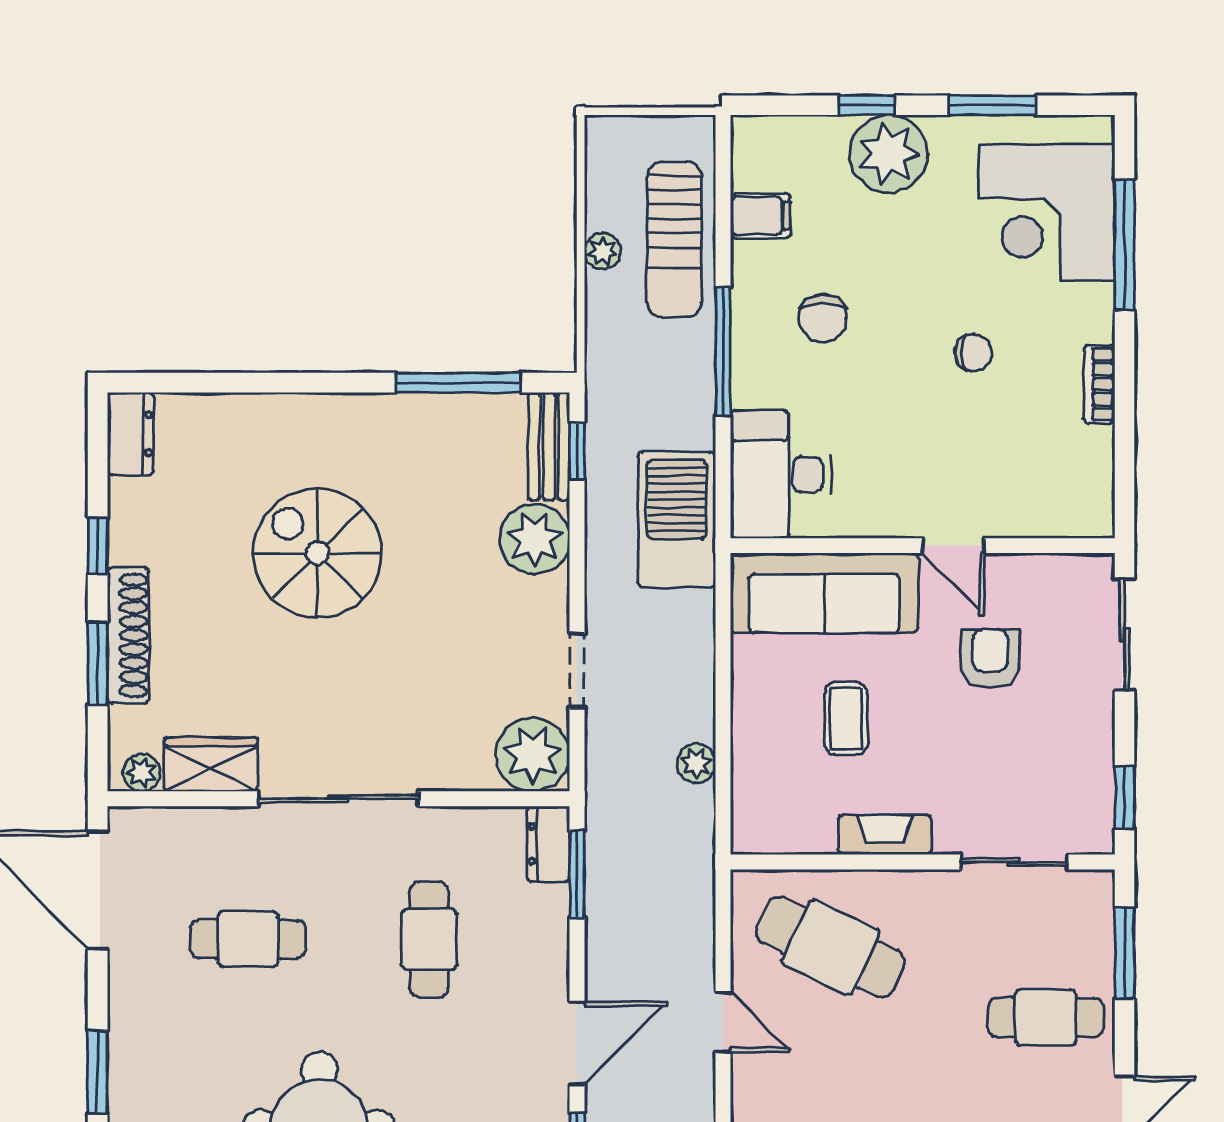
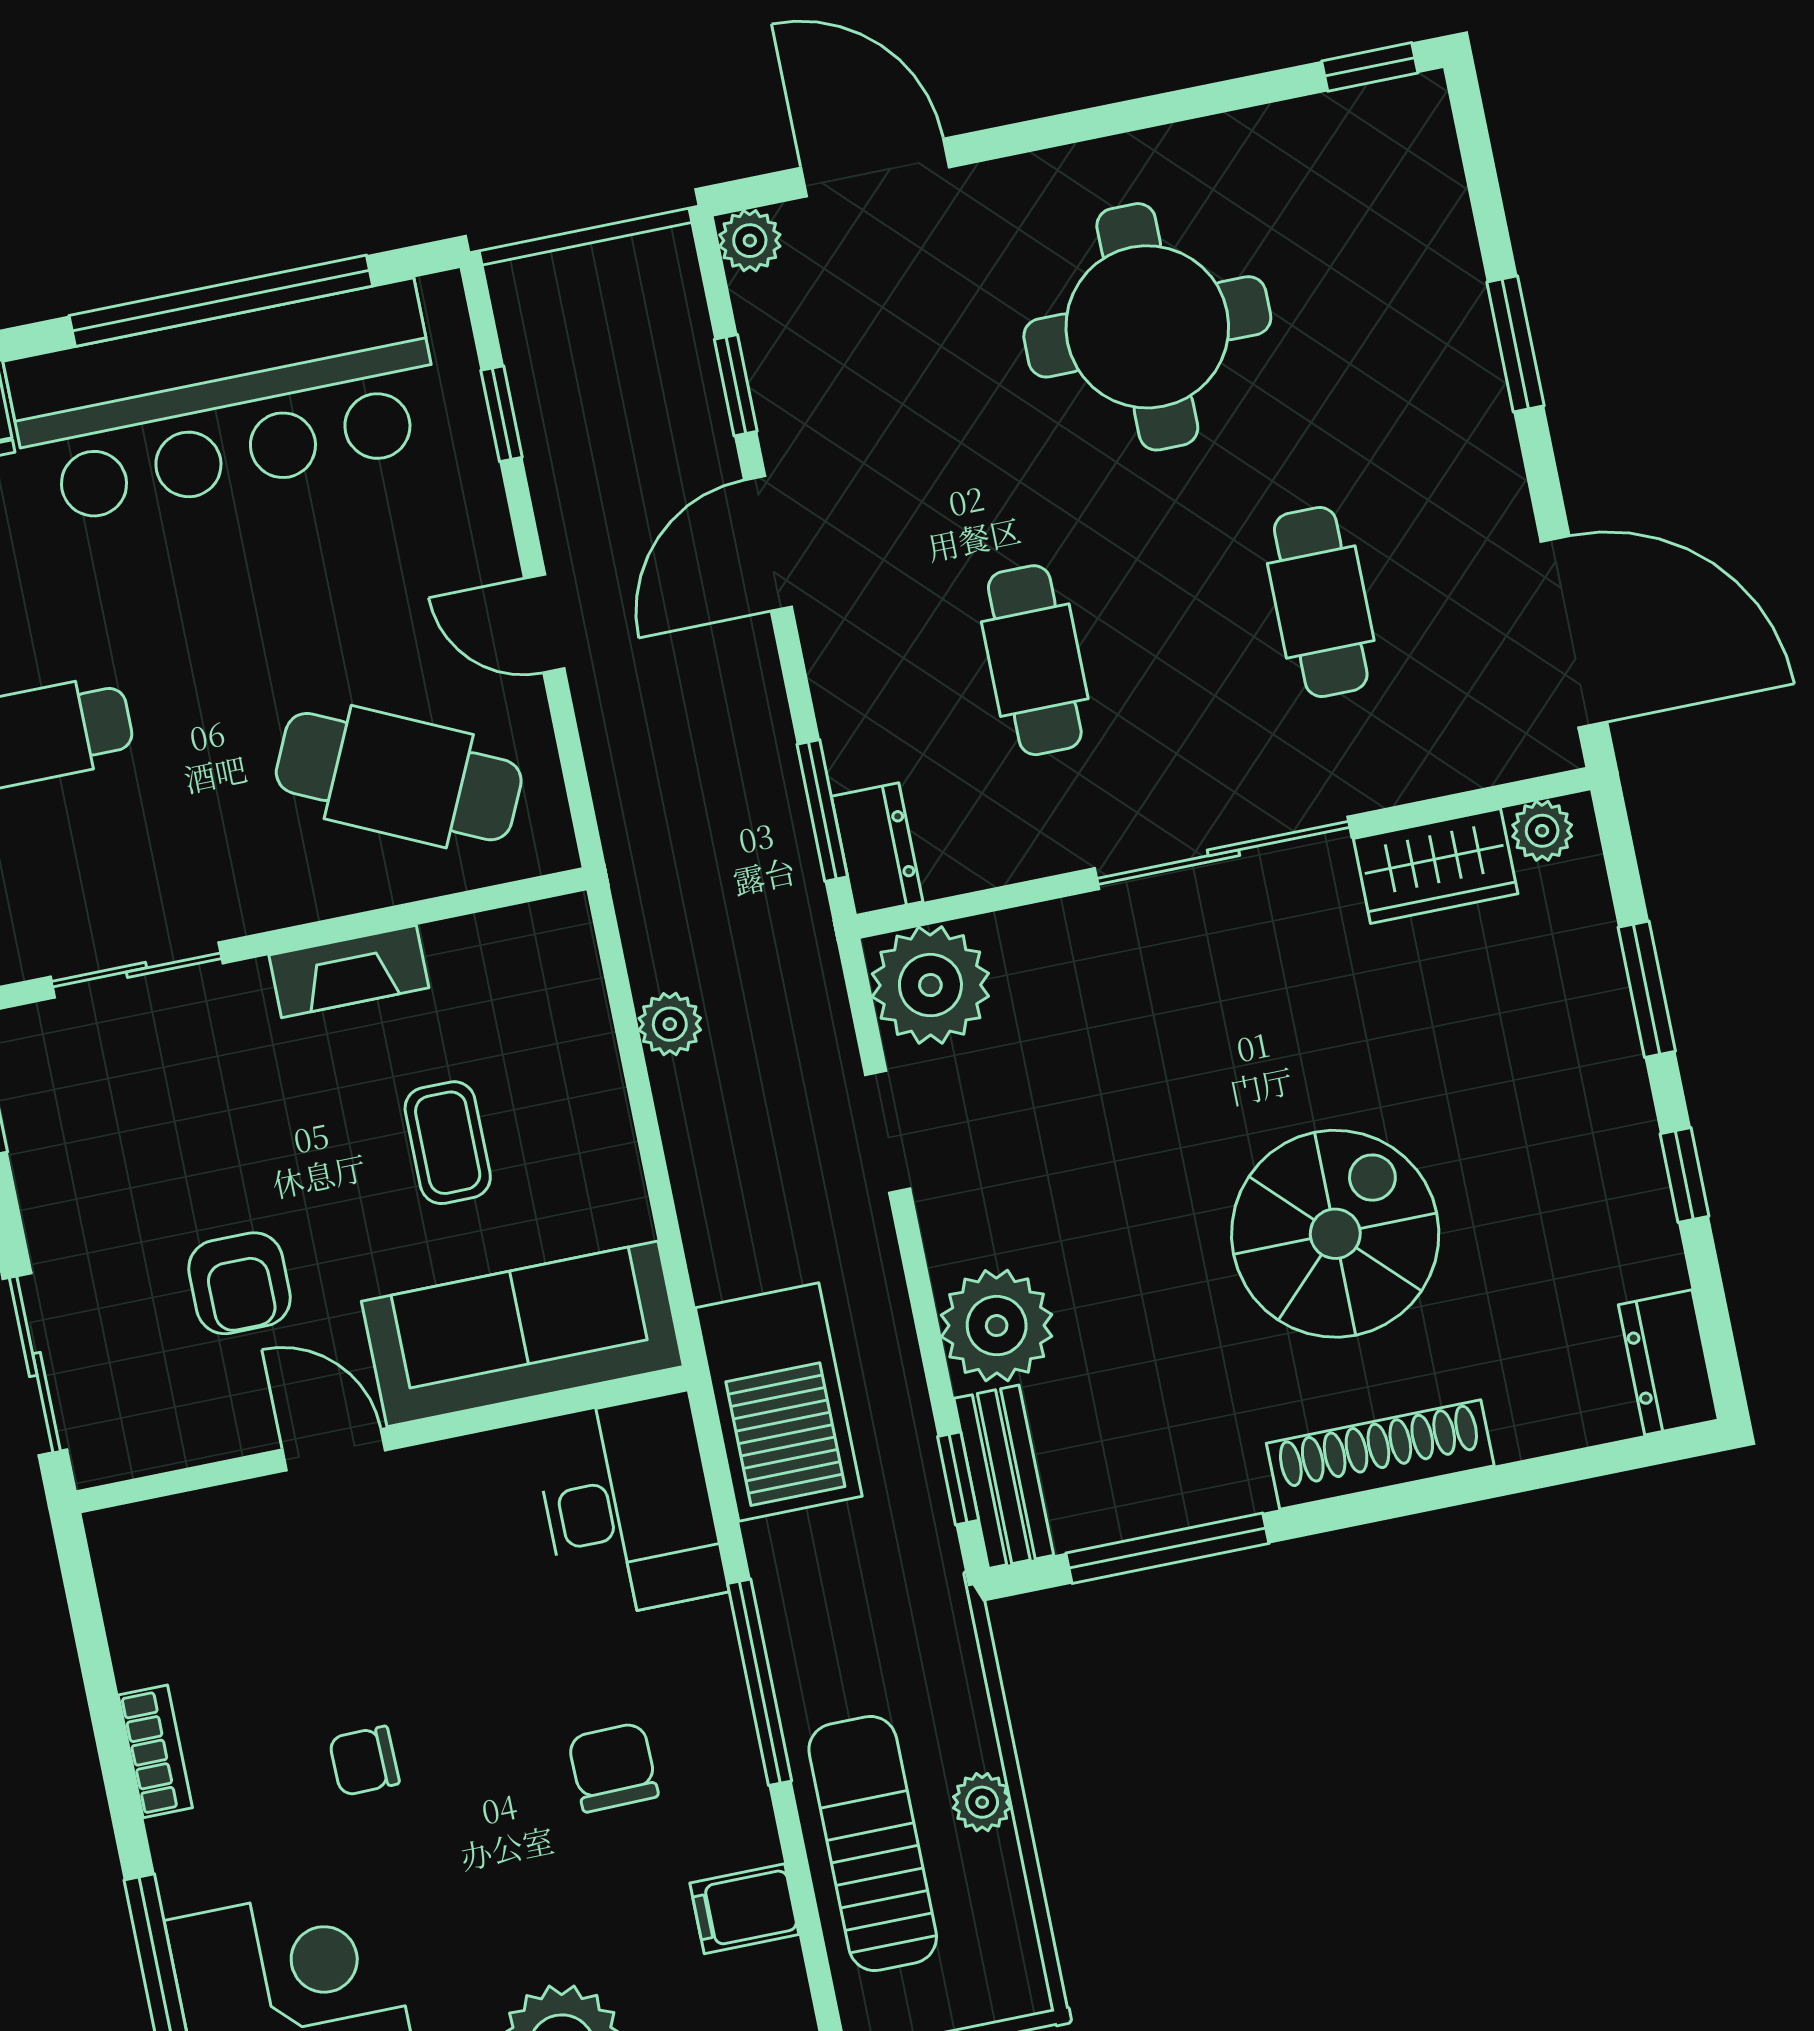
spiral stairs: (317, 553) -> (1335, 1234), turned -90
shoe rack: (128, 635) -> (1380, 1454), moved, turned 90
cafe table: (248, 939) -> (1321, 602), turned 90

